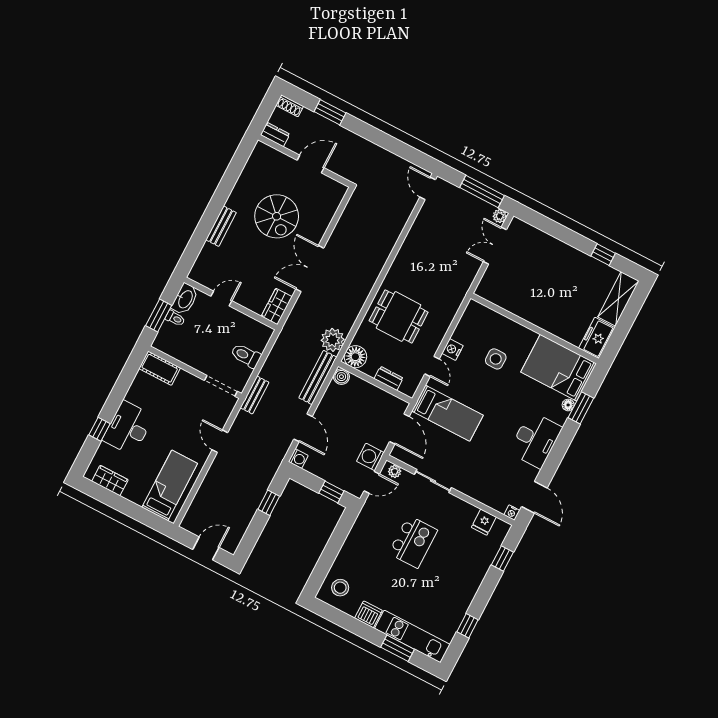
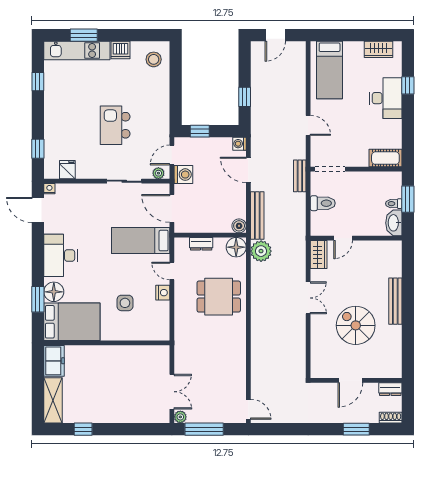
bench: (221, 226) -> (395, 301), width x1.36
double door: (310, 269) -> (308, 298), width x0.73
door: (221, 299) -> (343, 238), moved
floor lamp: (568, 405) -> (54, 292), width x1.89, depth x1.89

